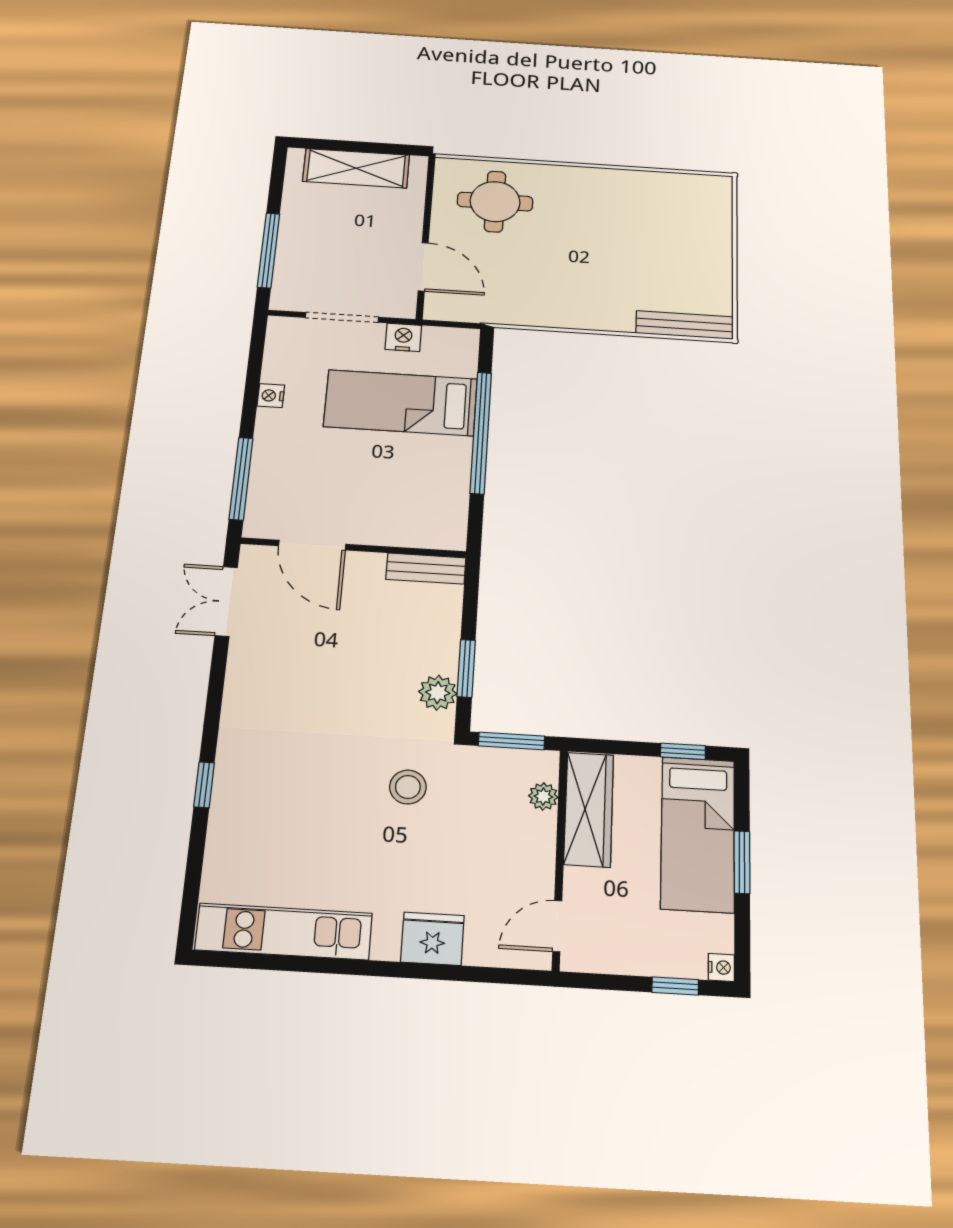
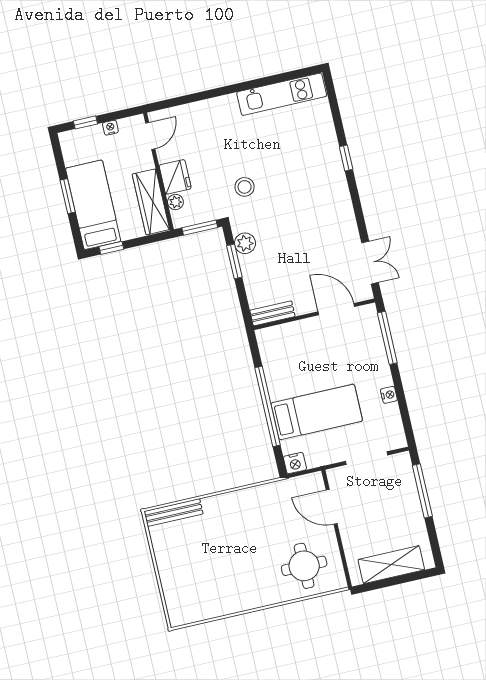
nightstand: (403, 337) -> (295, 463), moved
fridge: (432, 939) -> (175, 177), moved, turned -90
nightstand: (721, 967) -> (110, 128), moved, turned 90

